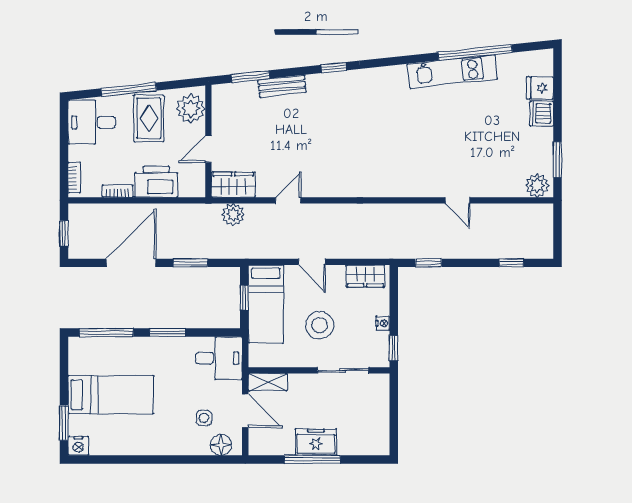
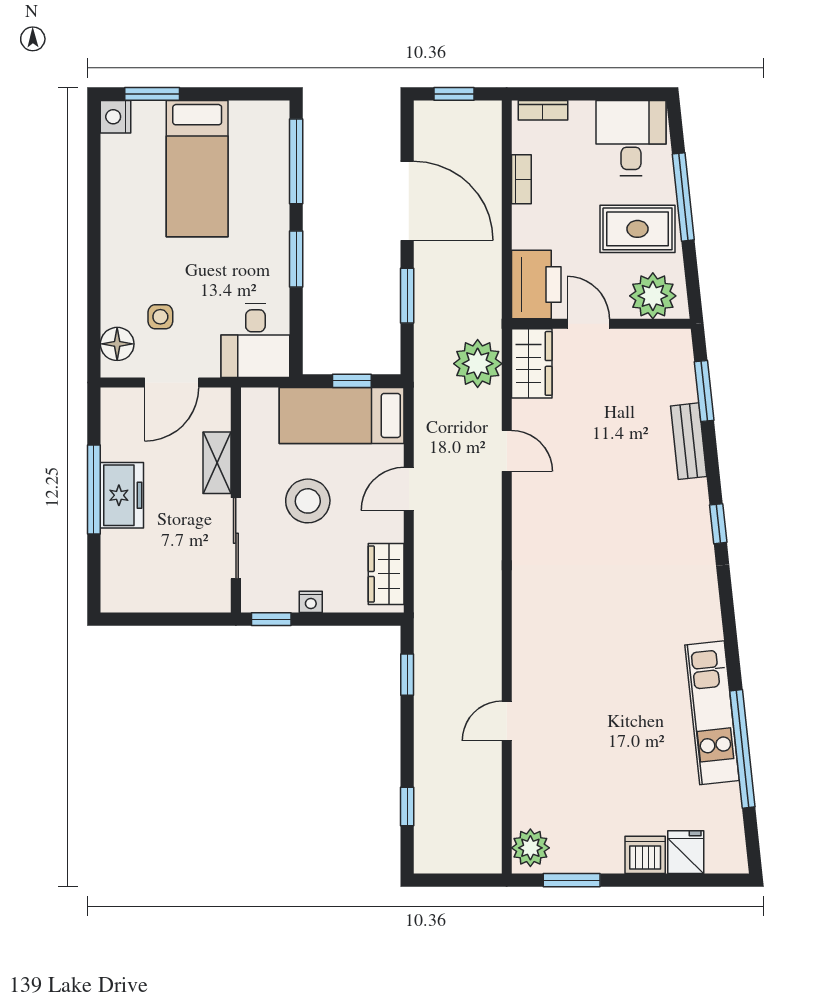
printer: (156, 182) -> (536, 285), moved
plant: (233, 215) -> (478, 364), width x1.36, depth x1.36
shelving: (268, 382) -> (217, 463), moved

